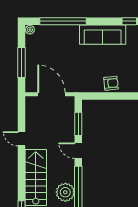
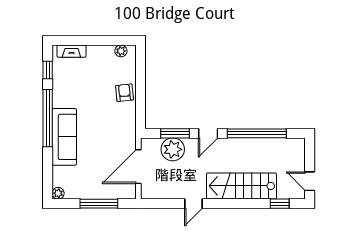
window: (63, 21) -> (48, 118), moved
sofa: (103, 35) -> (64, 137), moved
plant: (65, 192) -> (173, 149), moved

